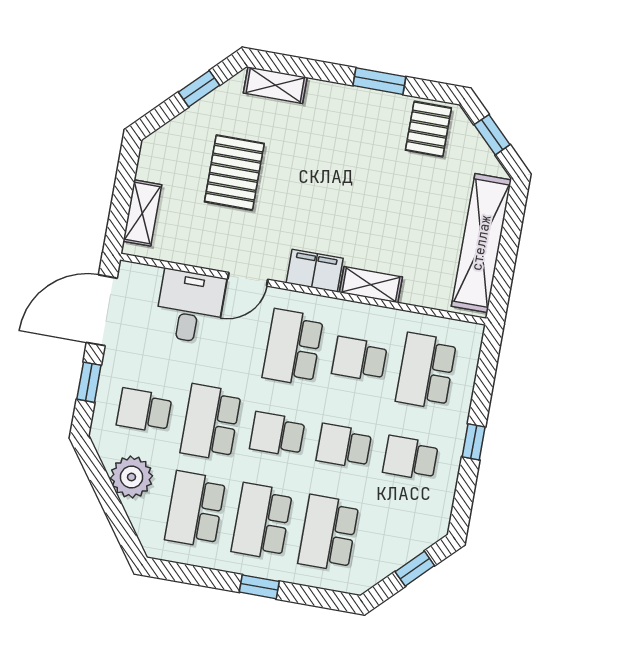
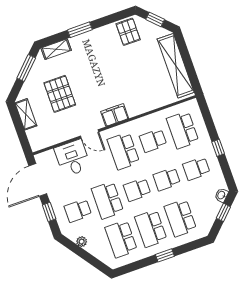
window: (379, 81) -> (80, 30), moved
window: (199, 89) -> (26, 68), width x1.50
shelving: (142, 213) -> (26, 114), moved
door: (248, 279) -> (90, 134), hinge flipped
shelving: (371, 285) -> (141, 108), removed
plant: (132, 477) -> (82, 242), width x0.53, depth x0.53
washbasin: (429, 534) -> (221, 195), added

